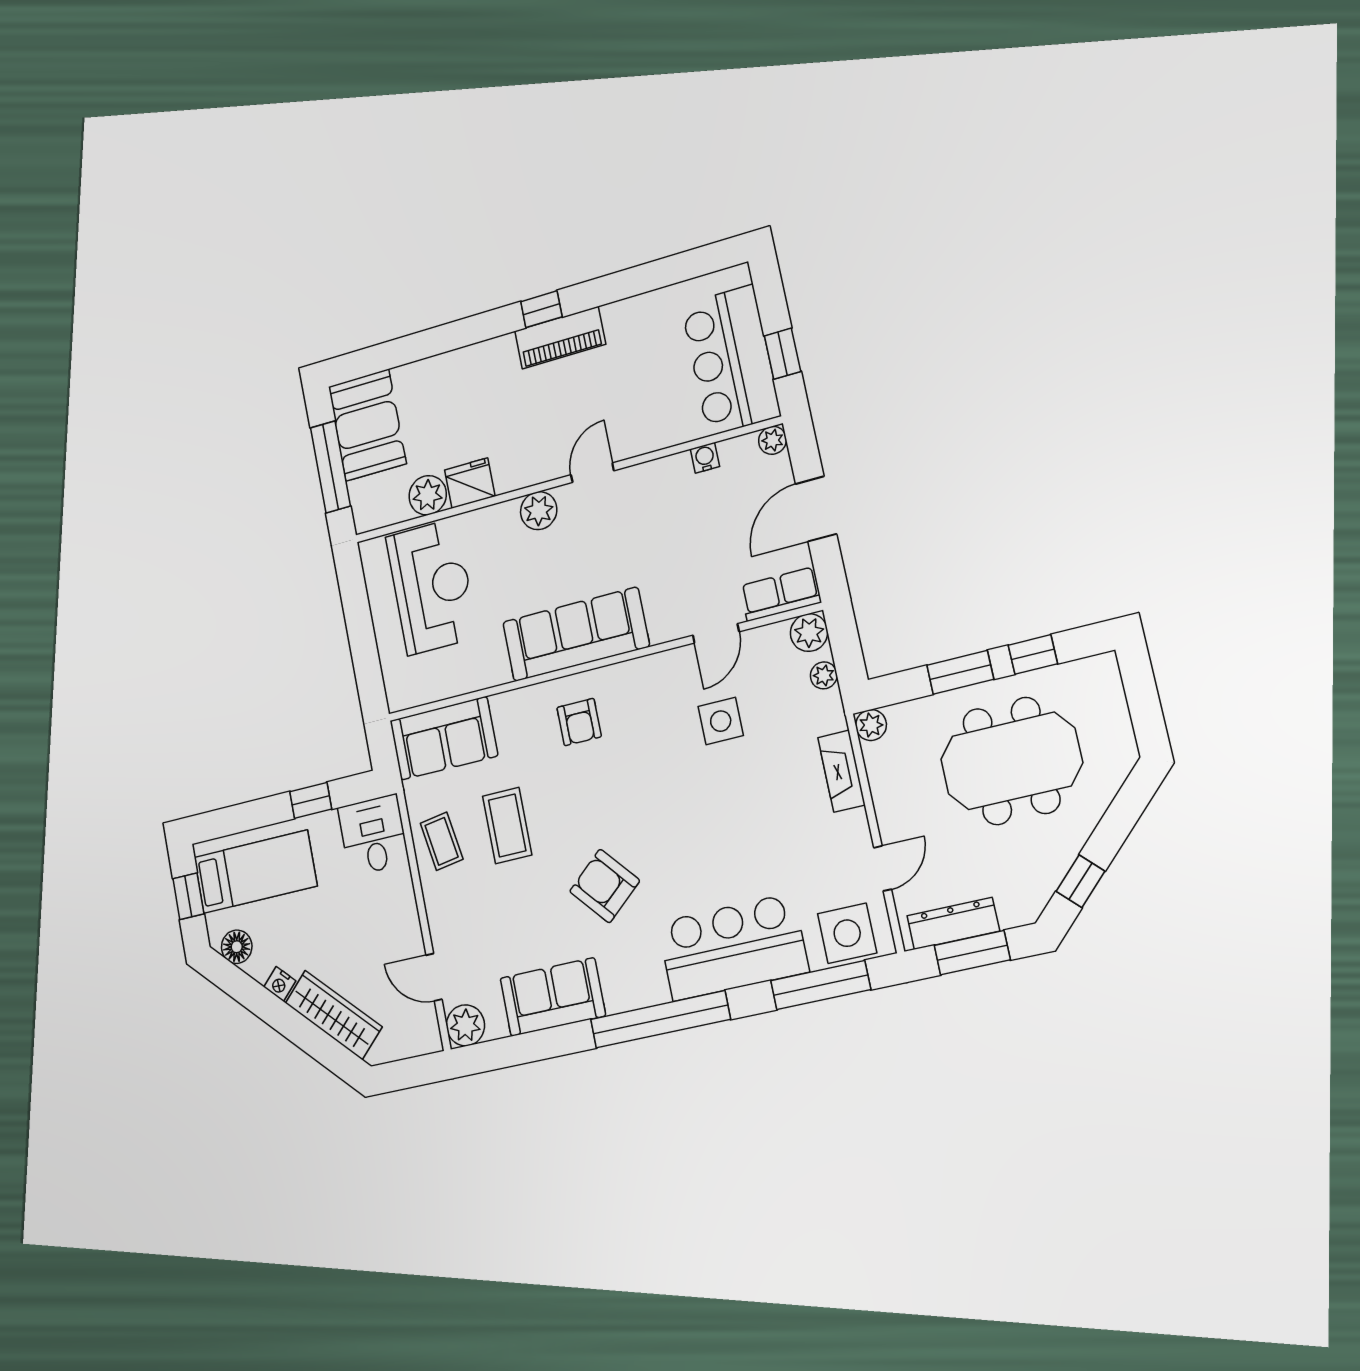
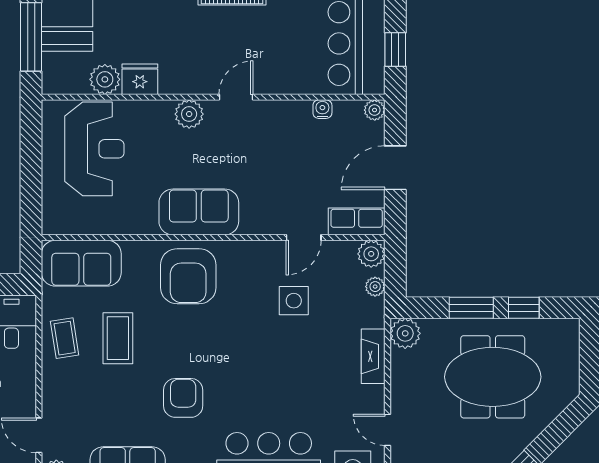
sofa: (576, 634) -> (199, 212), width x0.73
armchair: (579, 722) -> (188, 276), width x1.88, depth x1.88
plant: (871, 725) -> (405, 333), width x1.38, depth x1.38
door: (883, 868) -> (387, 430), swing flipped
armchair: (605, 886) -> (183, 398), turned 41

